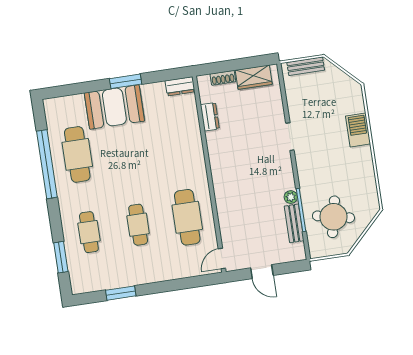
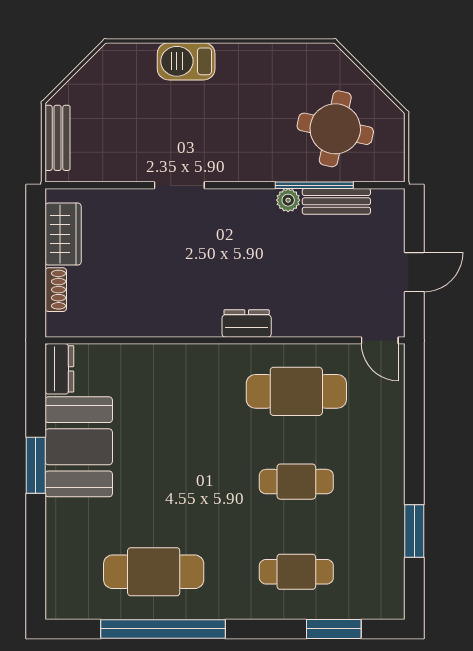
booth: (114, 107) -> (79, 447), moved
dresser: (210, 117) -> (247, 324), moved

